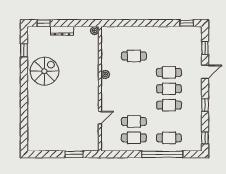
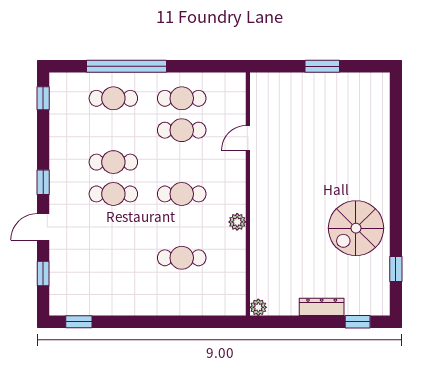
cafe table: (169, 72) -> (182, 194), moved
window: (205, 105) -> (43, 182), moved
window: (74, 154) -> (322, 66), moved

